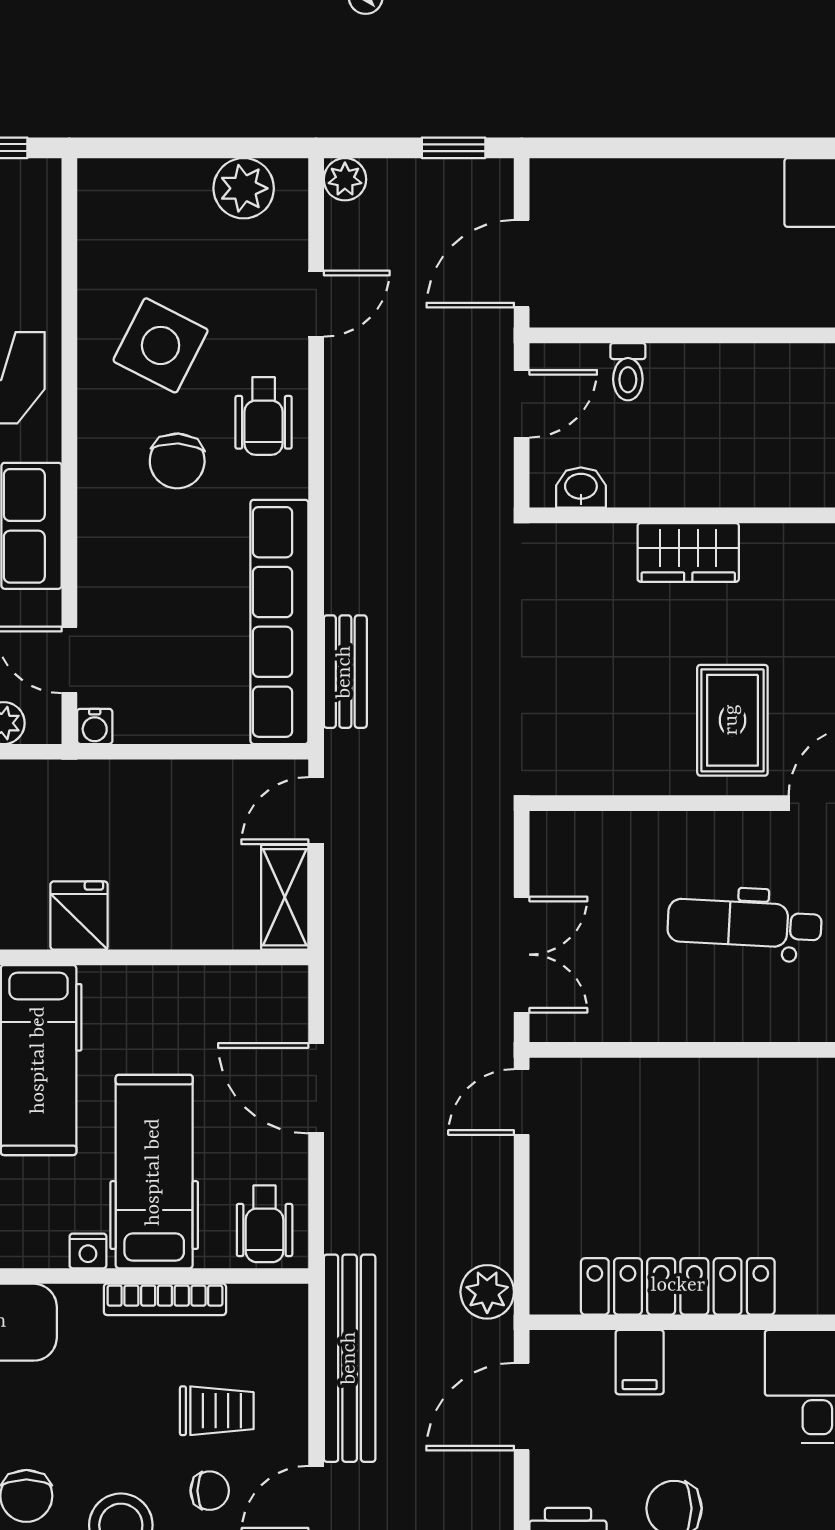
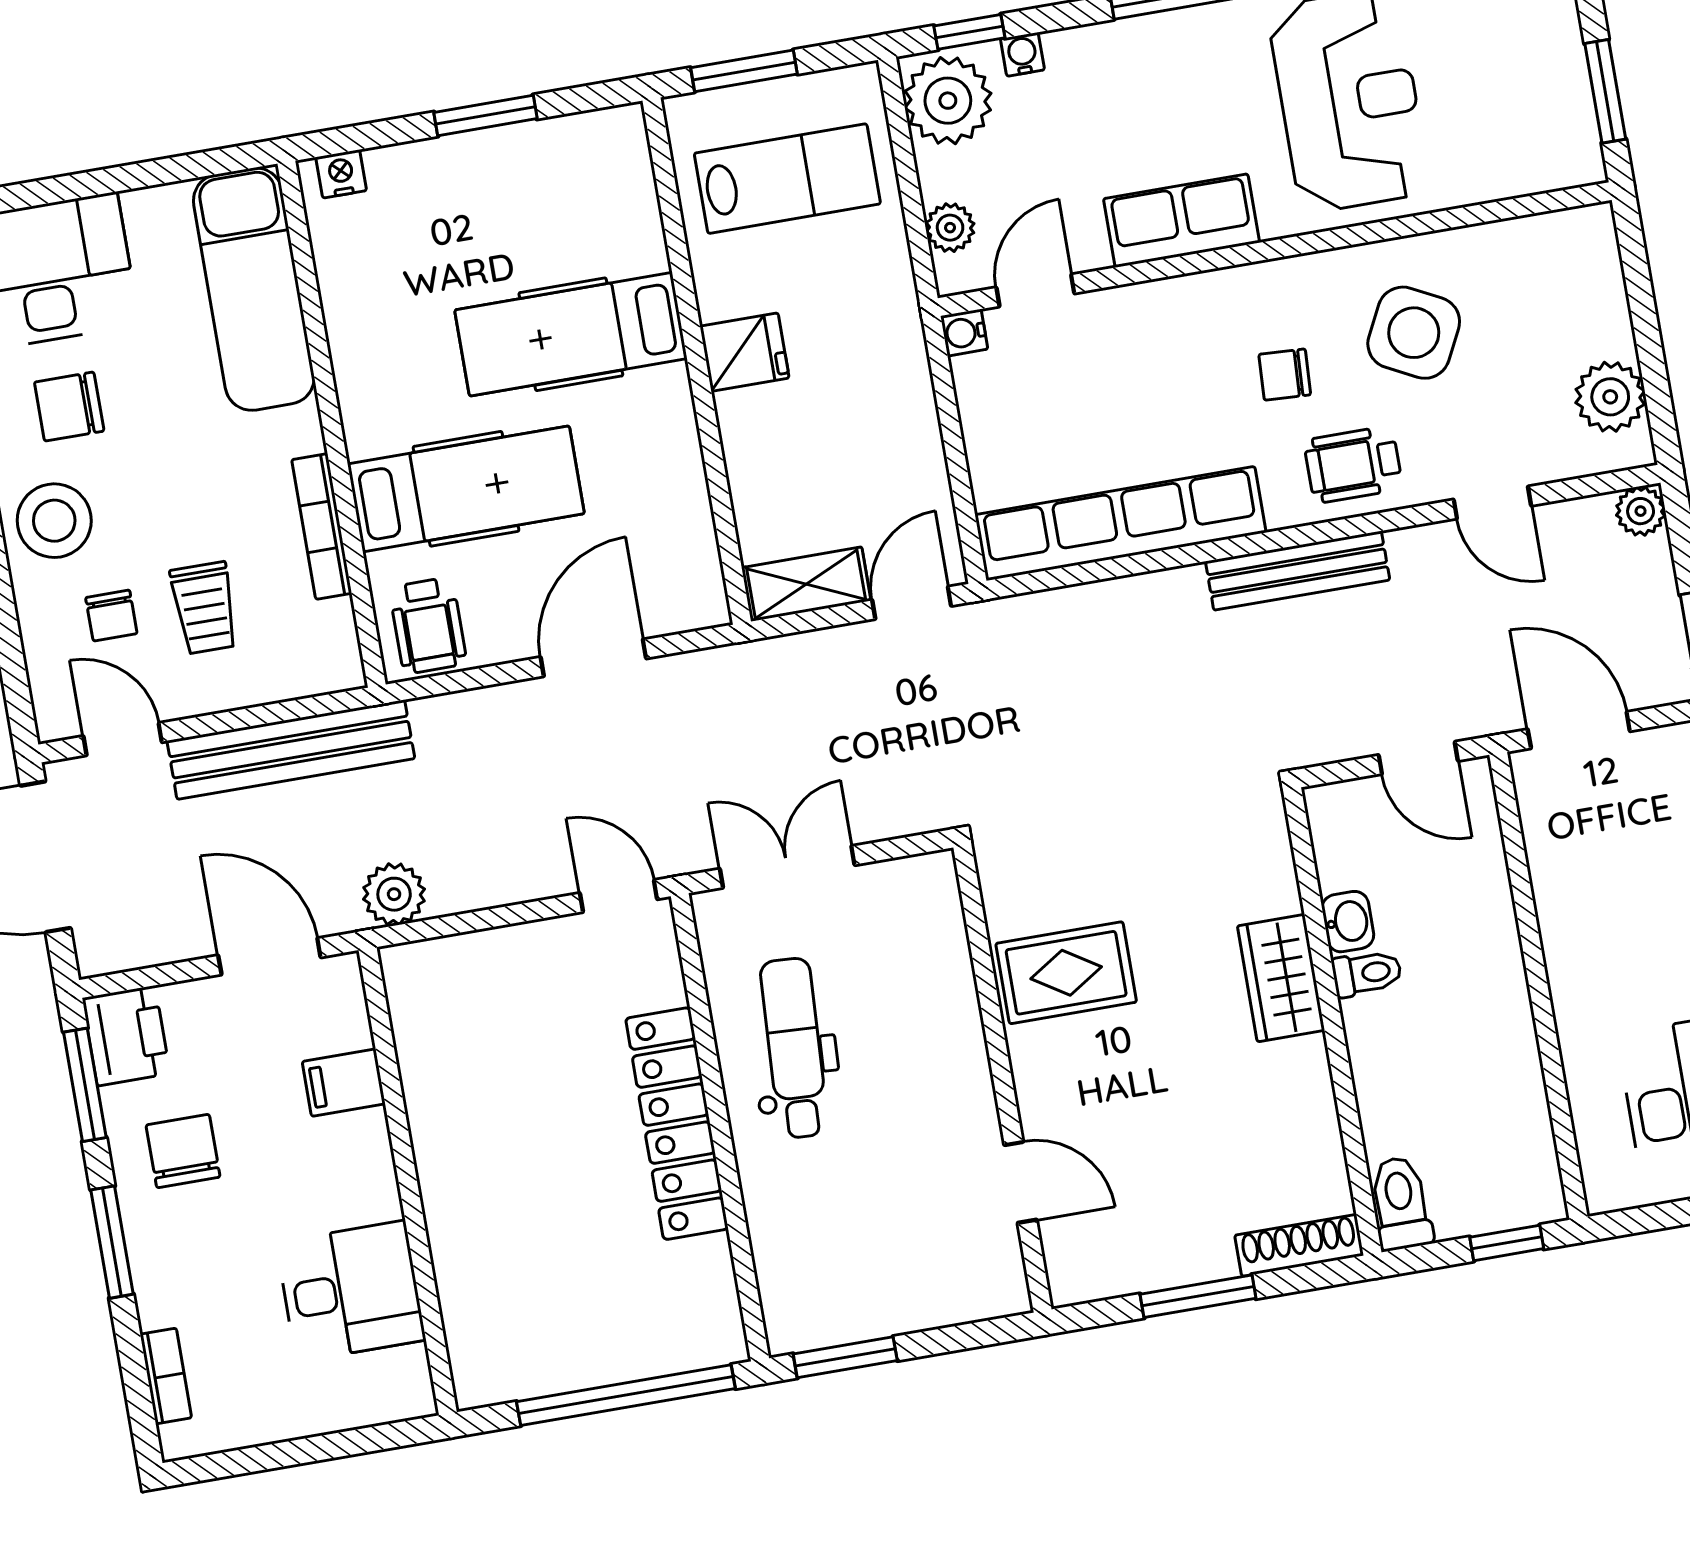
toilet: (628, 372) -> (1367, 973), moved, turned 180
chair: (177, 461) -> (1285, 375), width x0.73, depth x0.73
washbasin: (581, 487) -> (1348, 922), moved
bench: (345, 672) -> (1298, 571), moved, width x1.36
rug: (732, 720) -> (1066, 973), moved
door: (316, 811) -> (912, 603), hinge flipped
dental chair: (745, 924) -> (794, 1048), moved
double door: (522, 955) -> (787, 867), swing flipped
wheelchair: (265, 1224) -> (428, 626), turned -90
nightstand: (88, 1251) -> (362, 429), removed
locker: (678, 1286) -> (677, 1124), moved, turned 180

